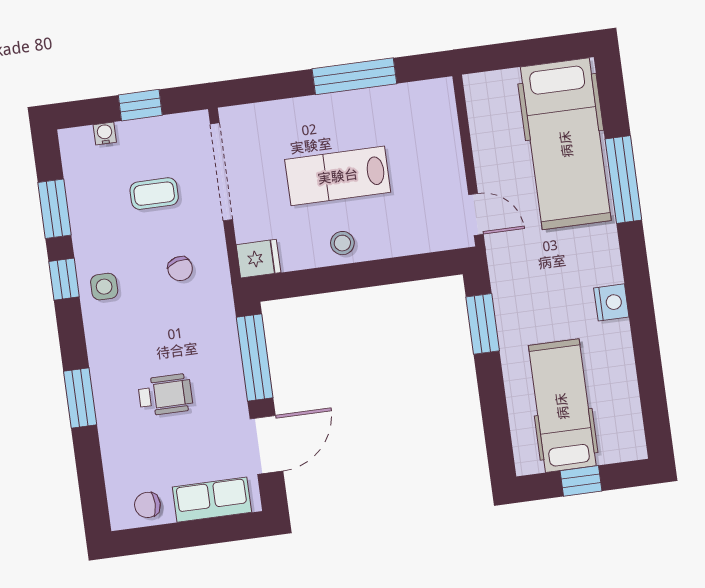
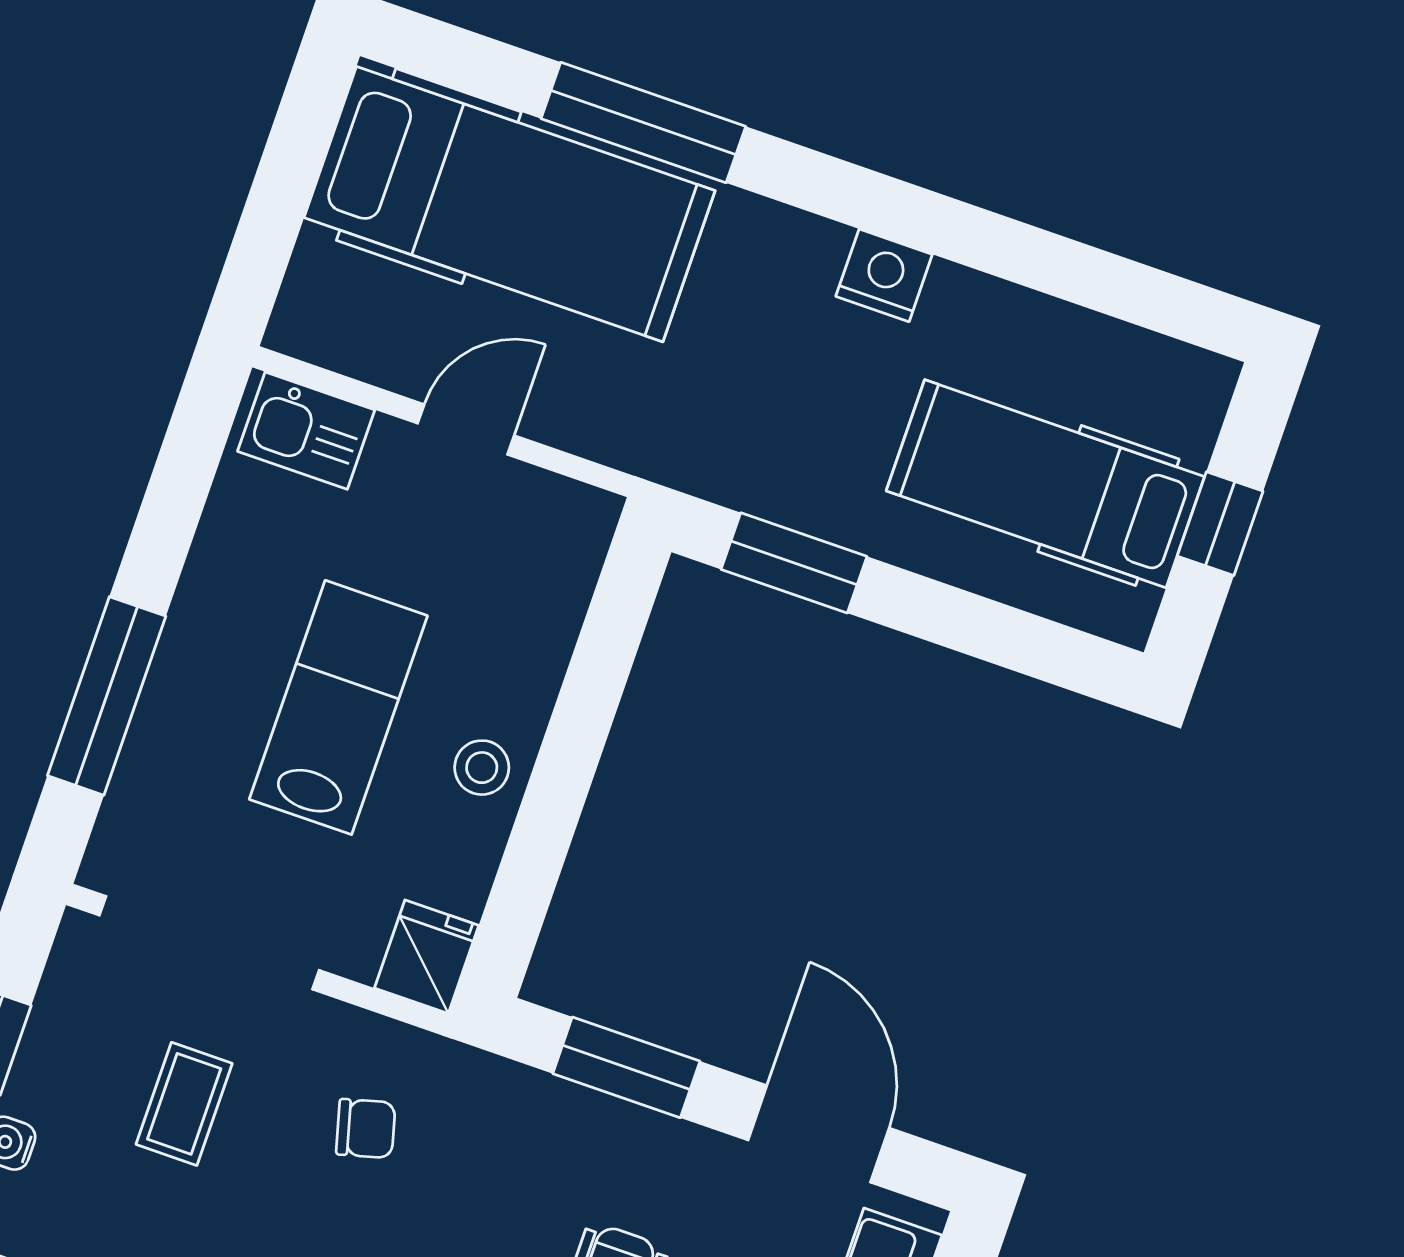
window: (354, 76) -> (107, 696), moved
kitchen sink: (438, 109) -> (306, 431), added
lab bench: (338, 176) -> (338, 707), turned 180
door: (476, 214) -> (466, 429), moved
window: (255, 358) -> (626, 1067), width x0.69

